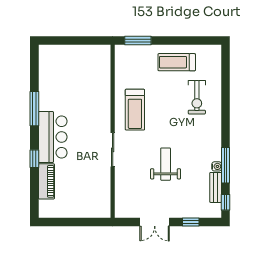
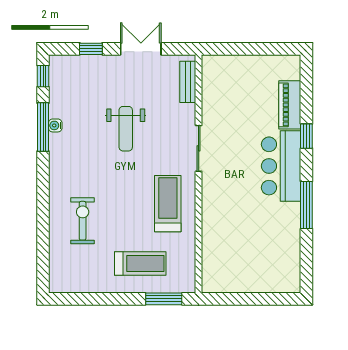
treadmill: (177, 62) -> (140, 264), moved
bench: (216, 187) -> (188, 82), moved

